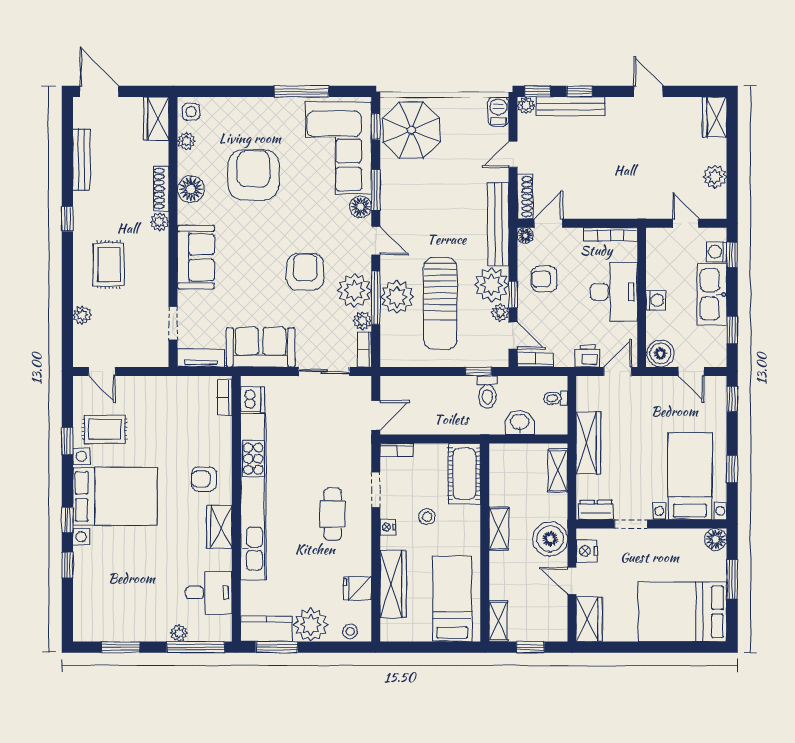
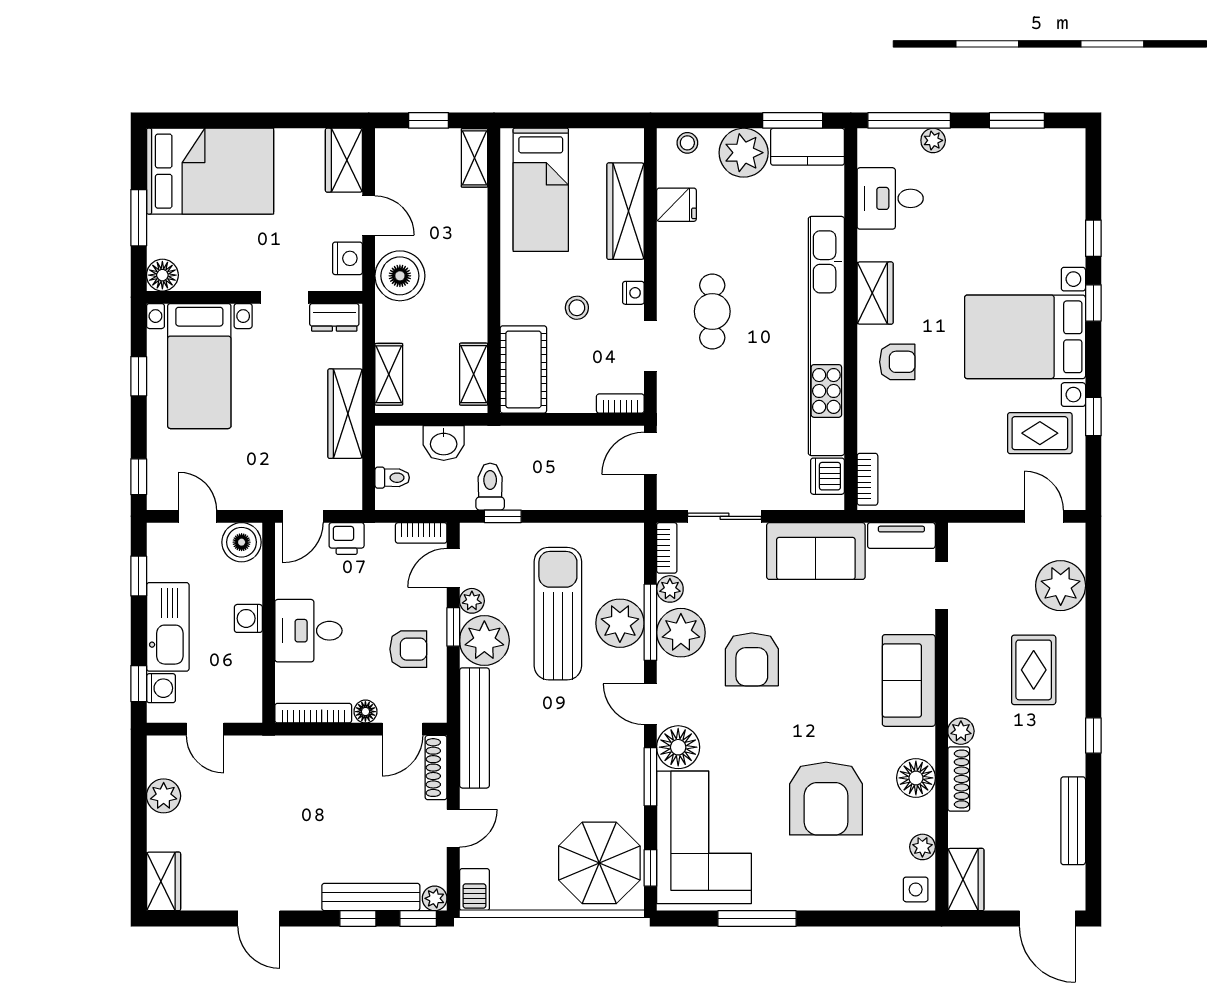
floor lamp: (361, 207) -> (678, 747), width x1.38, depth x1.38
floor lamp: (525, 236) -> (365, 712), moved
desk: (614, 292) -> (308, 631), width x0.73
plant: (82, 315) -> (1061, 586), width x1.88, depth x1.88
door: (513, 336) -> (453, 568), hinge flipped
shelving: (499, 529) -> (474, 374), moved

